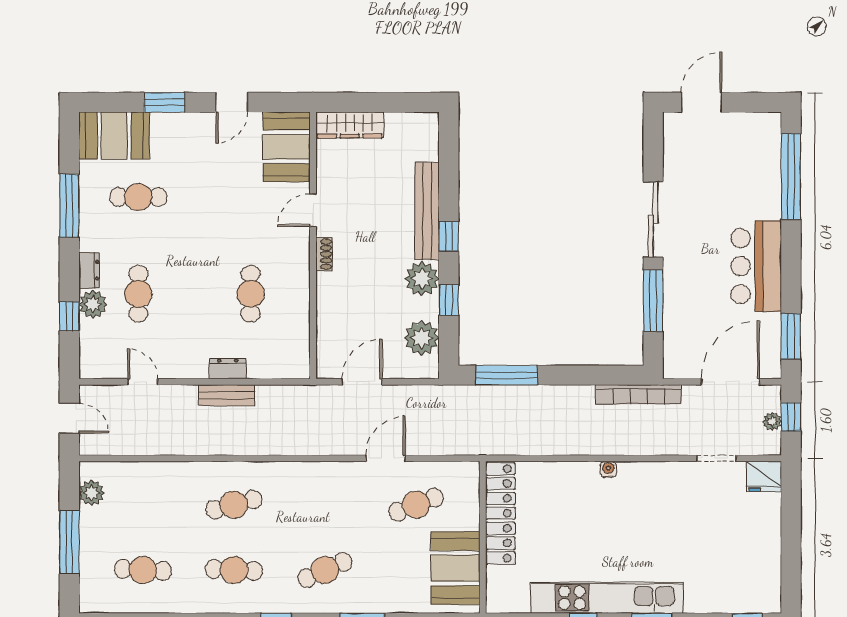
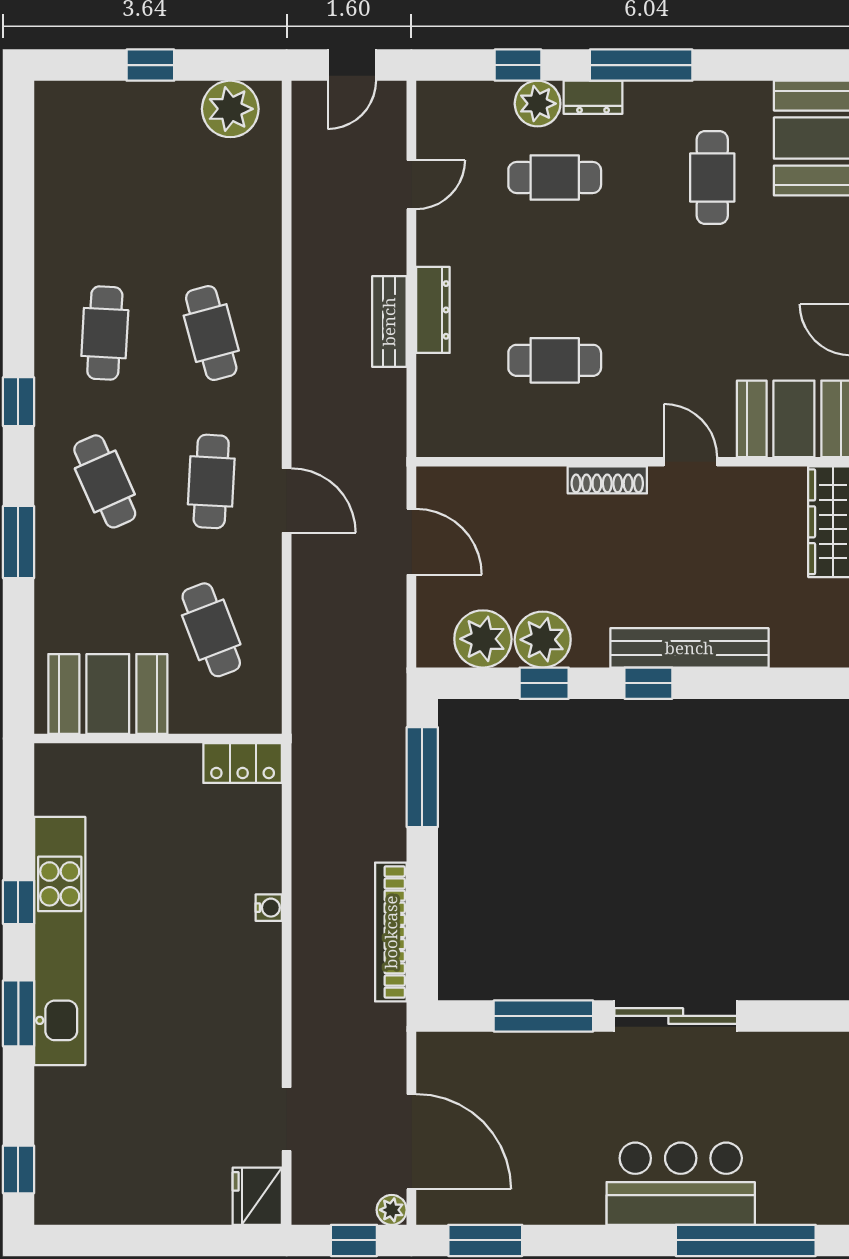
window: (69, 206) -> (641, 65), moved
shoe rack: (324, 254) -> (607, 480), width x1.43
bar counter: (756, 266) -> (681, 1184), moved
plant: (422, 279) -> (543, 640), moved
dresser: (228, 369) -> (433, 310), width x1.44
bookcase: (639, 394) -> (391, 932), moved
plant: (772, 421) -> (392, 1210), moved
door: (386, 458) -> (287, 501), moved
water cooler: (608, 469) -> (269, 908), moved
plant: (92, 493) -> (230, 109), width x1.36, depth x1.36
locker: (500, 513) -> (243, 763), width x0.46, depth x0.83
window: (69, 542) -> (150, 65), width x0.46
cafe table: (143, 570) -> (211, 481), moved

